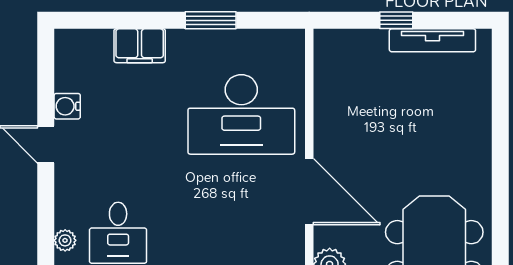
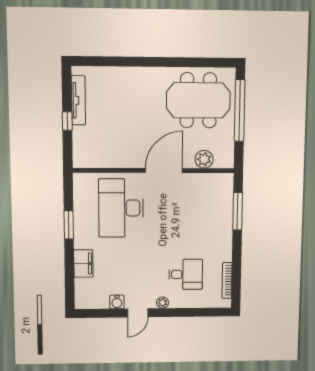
desk: (241, 114) -> (121, 208), turned 180
plant: (65, 240) -> (163, 303), moved

